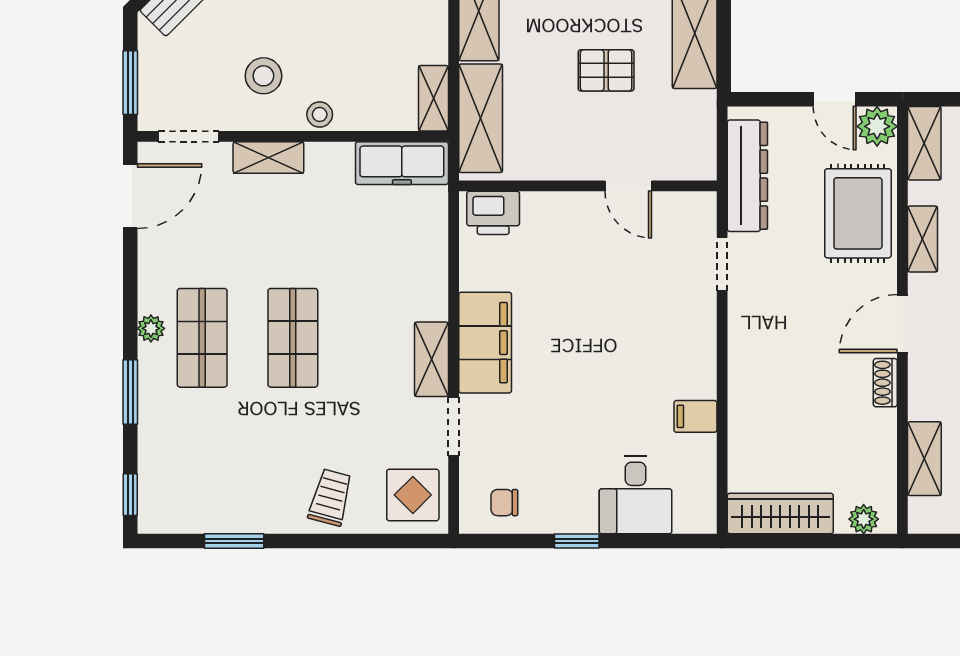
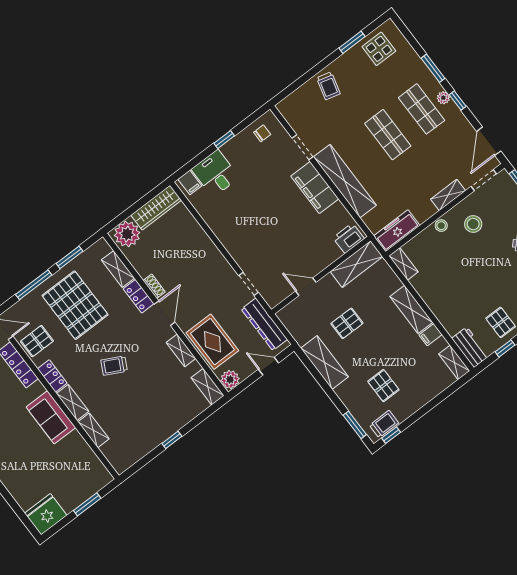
door: (835, 99) -> (269, 366), moved
shelving: (481, 118) -> (356, 264), moved, turned 90
shelving: (431, 359) -> (345, 181), width x2.20, depth x1.33
locker: (924, 386) -> (139, 296), added
filing cabinet: (695, 416) -> (190, 183), moved, turned 90
window: (130, 495) -> (458, 101), moved
display table: (413, 495) -> (379, 49), moved
plant: (864, 519) -> (127, 234), width x1.88, depth x1.88

